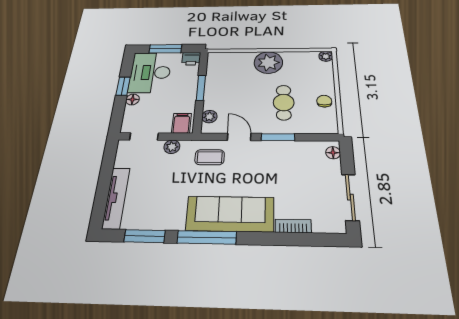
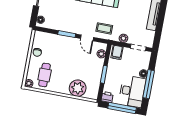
window: (165, 49) -> (122, 108), width x1.44
plant: (268, 62) -> (78, 88), moved
window: (123, 86) -> (149, 84), width x2.17
cafe table: (284, 102) -> (45, 75), moved

